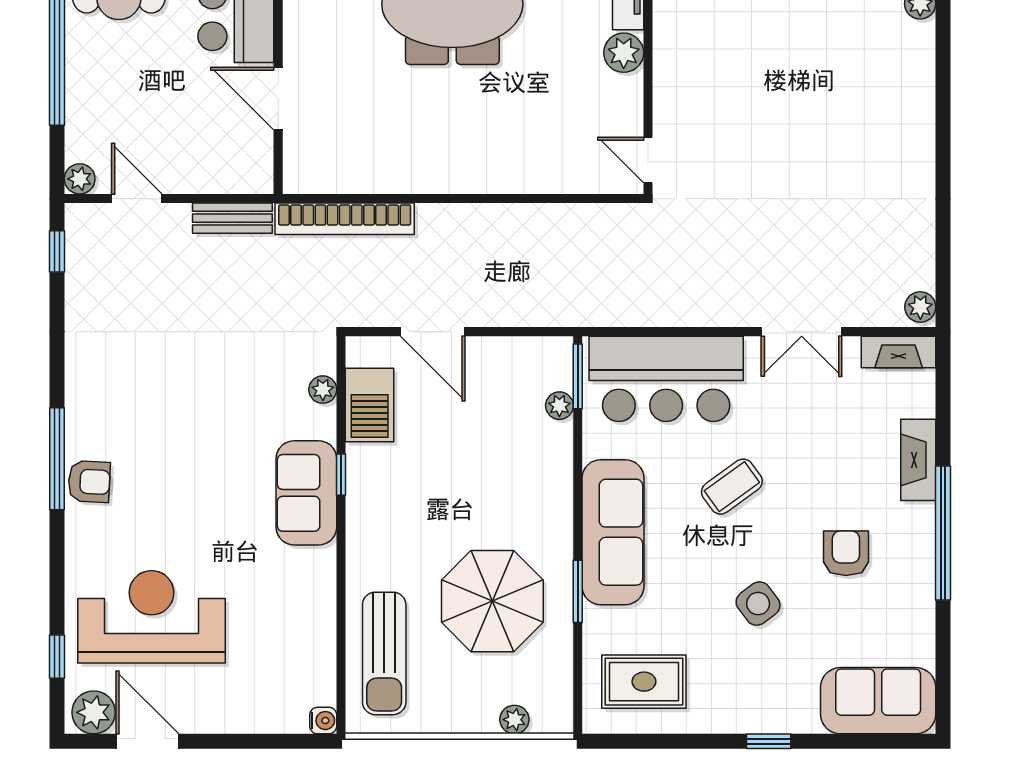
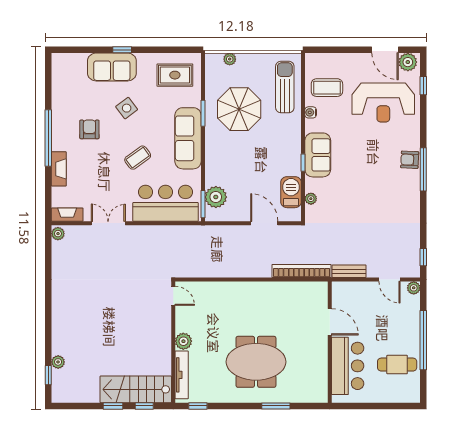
plant: (559, 406) -> (216, 197), width x1.87, depth x1.87
armchair: (846, 553) -> (89, 129), turned 180
coffee table: (285, 652) -> (327, 88), added
sofa: (878, 701) -> (112, 67), moved
water cooler: (323, 721) -> (311, 112), moved

